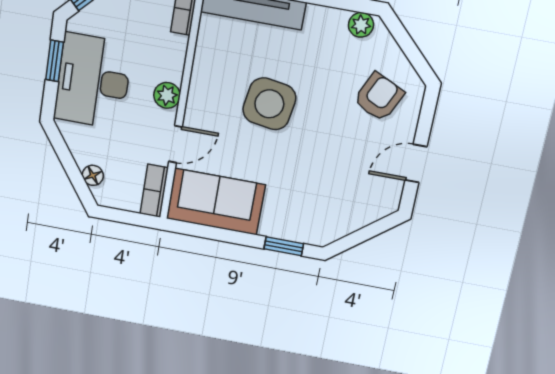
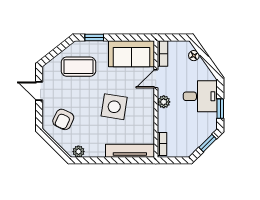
desk: (93, 81) -> (200, 96), width x0.73
door: (416, 163) -> (39, 91), swing flipped
coffee table: (326, 197) -> (78, 67), added

